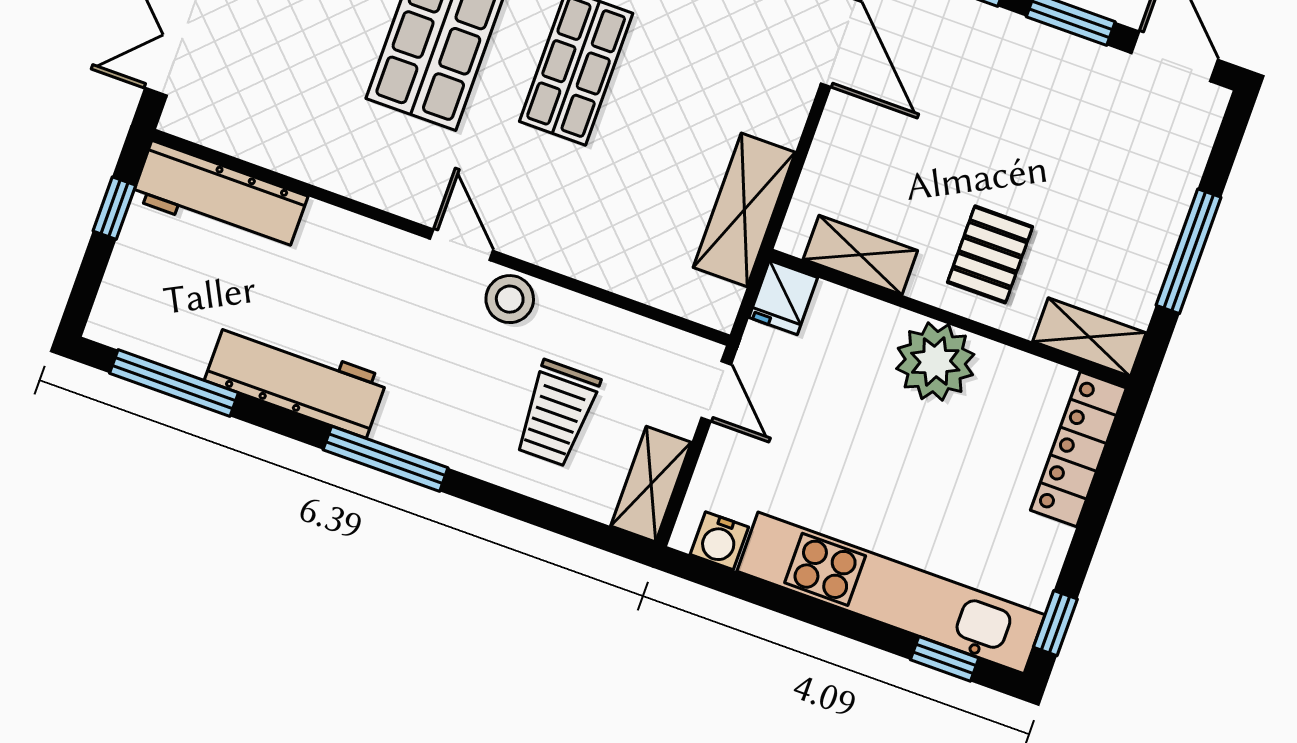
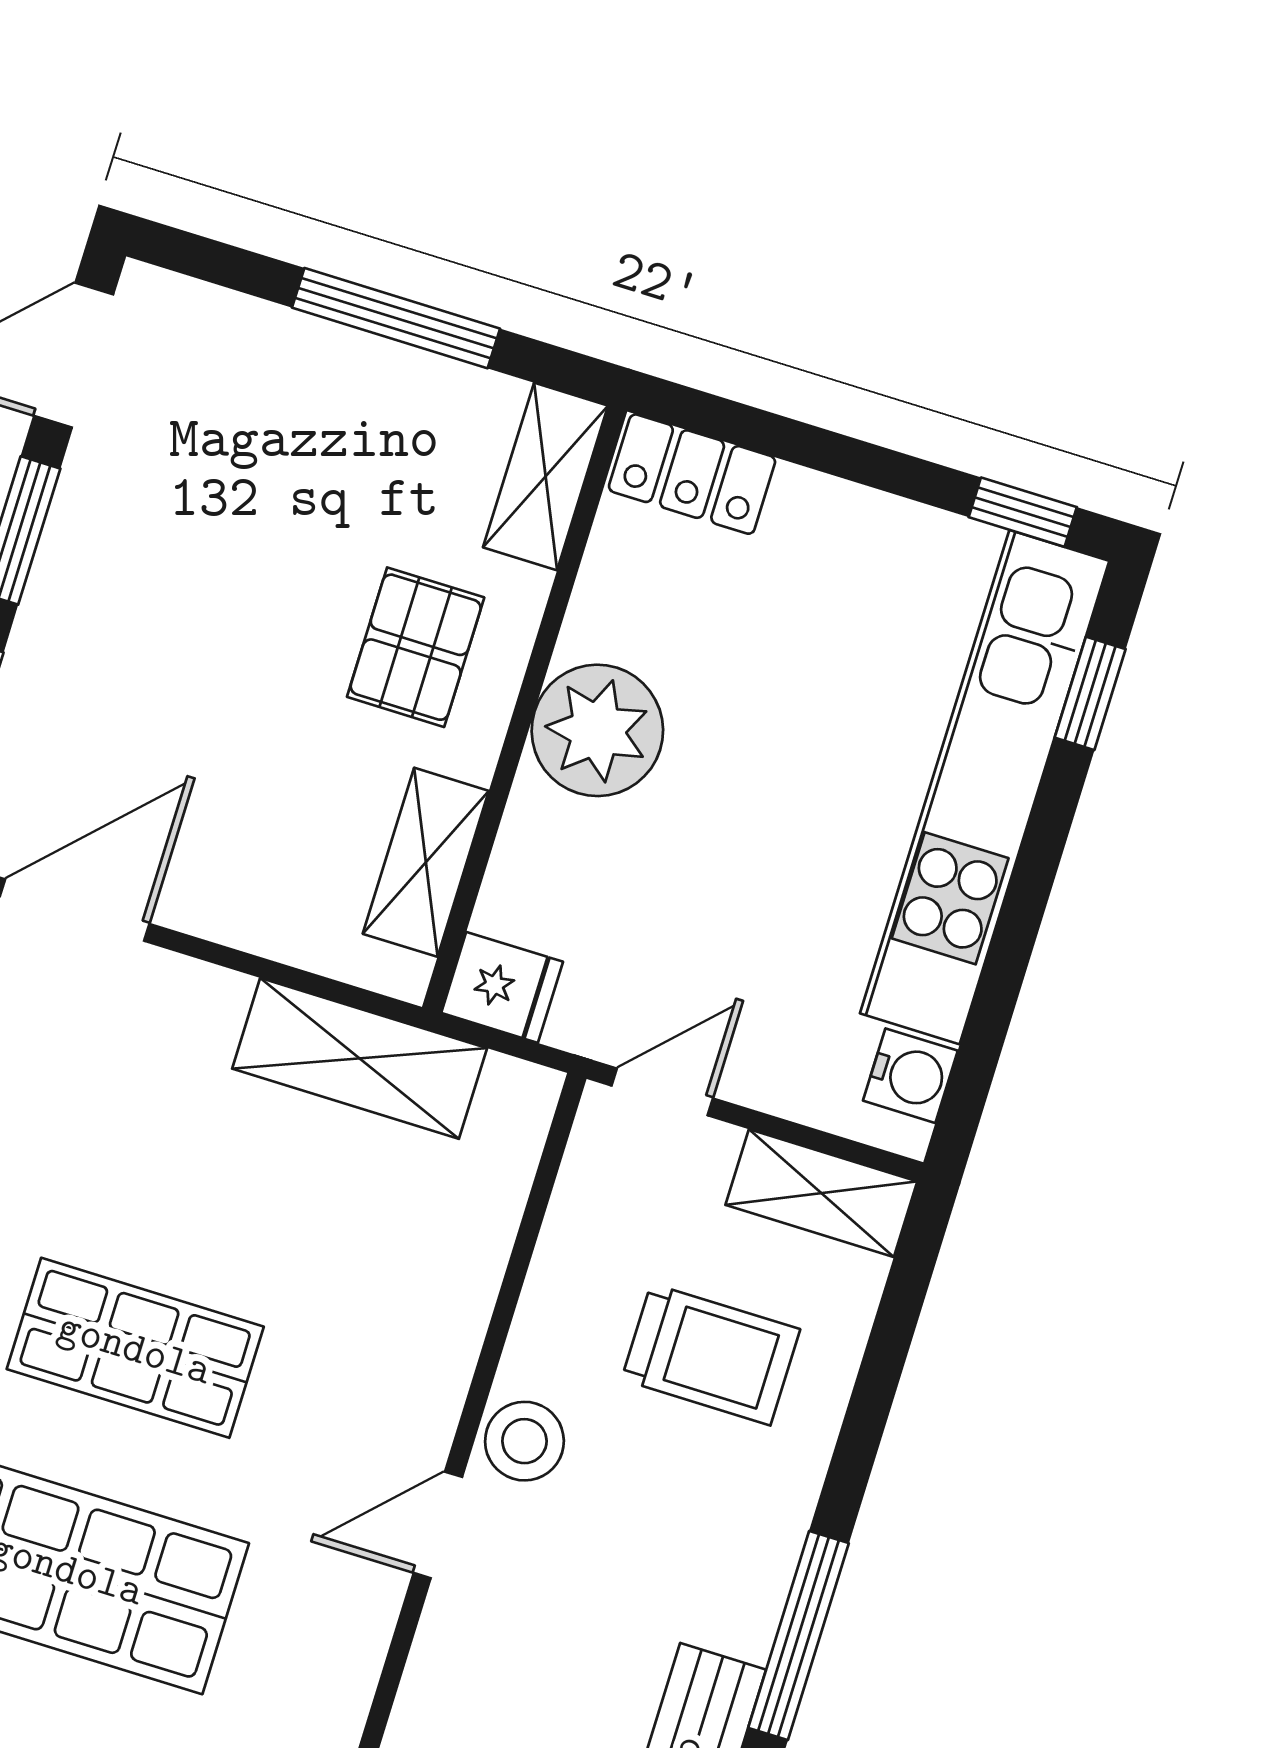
pallet: (990, 254) -> (416, 647), turned 90
locker: (1078, 449) -> (692, 474), width x0.66

